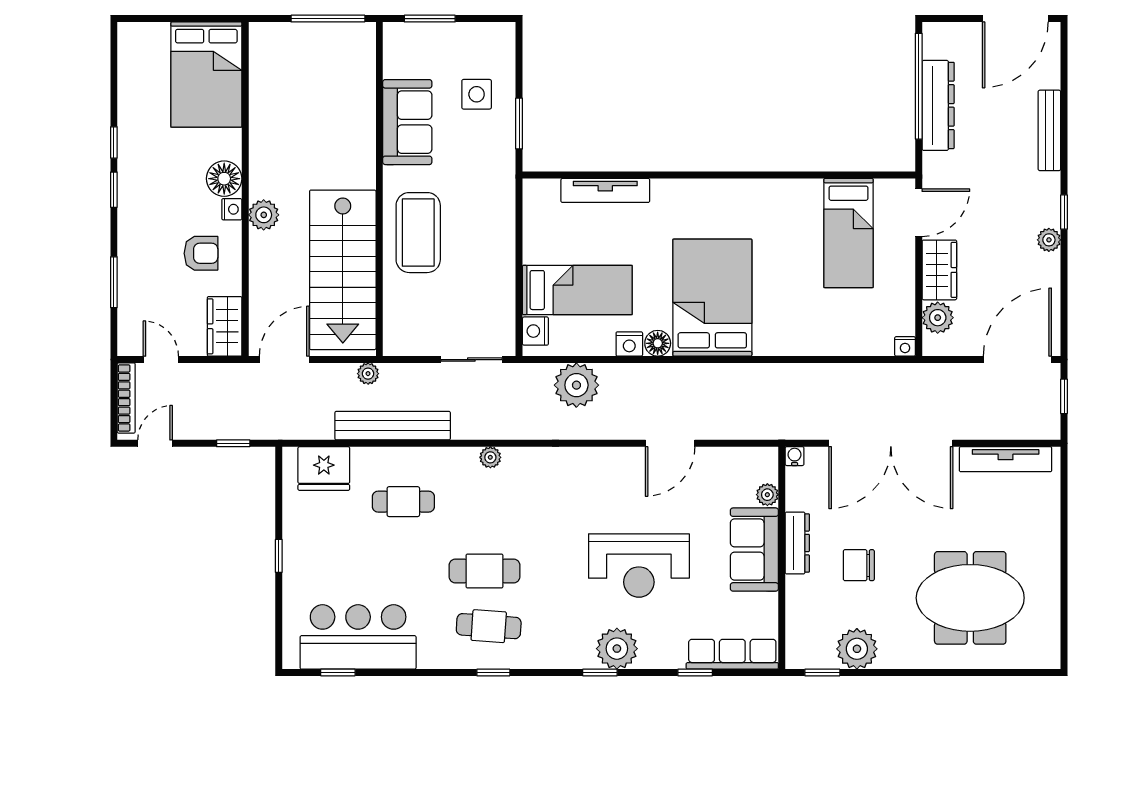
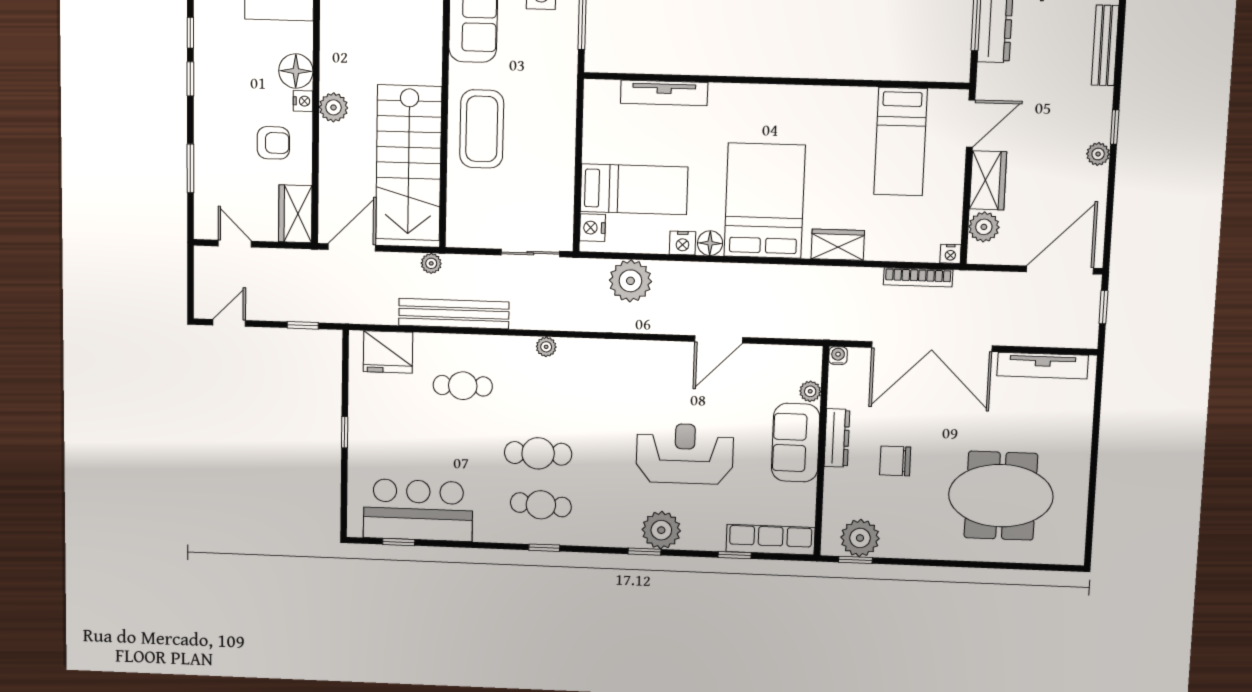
wardrobe: (789, 341) -> (838, 245), added
bookcase: (126, 398) -> (918, 277), moved, turned 90
reception desk: (639, 566) -> (685, 454), turned 180
plant: (857, 649) -> (860, 538), moved

